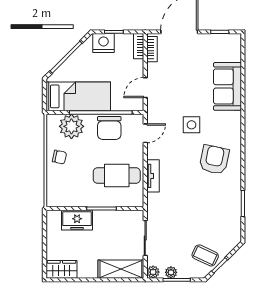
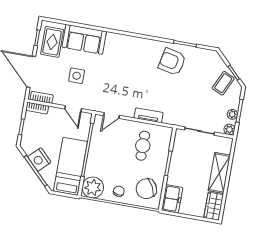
nightstand: (103, 43) -> (39, 160), moved, turned -45
rug: (218, 50) -> (52, 42), added
side table: (192, 125) -> (77, 76), moved
plant: (71, 126) -> (93, 187), moved
chair: (109, 128) -> (146, 189), moved, turned 152
door: (145, 133) -> (111, 115), swing flipped
armchair: (214, 160) -> (172, 62), moved
cafe table: (117, 175) -> (143, 146), width x0.73, depth x0.74
freezer: (77, 220) -> (172, 199), moved
shelving: (121, 269) -> (219, 173), moved

